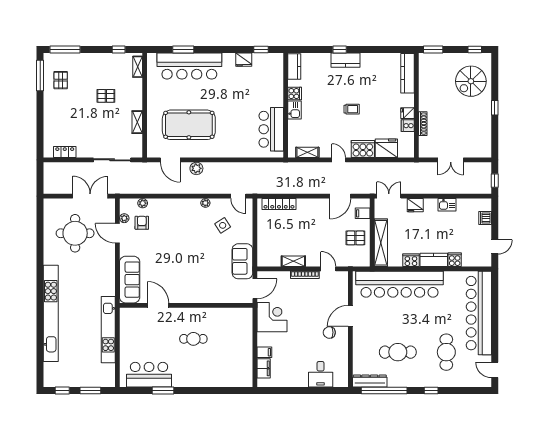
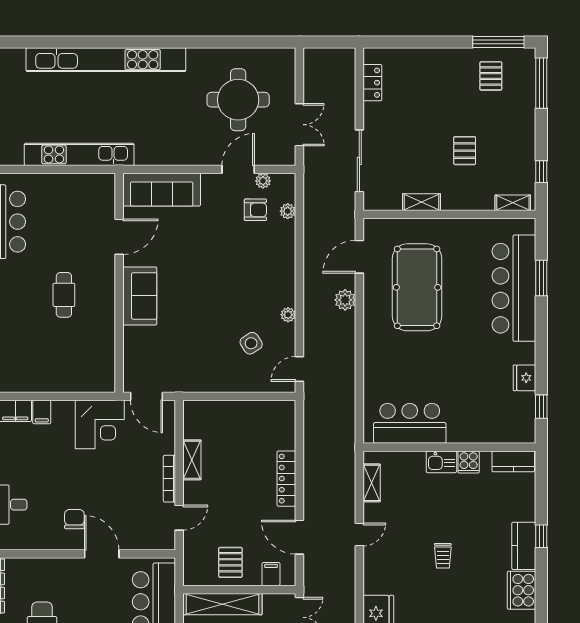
pallet: (61, 80) -> (491, 76), turned 90
cooker: (363, 149) -> (521, 590), moved, turned 180
double door: (90, 196) -> (299, 125), width x0.73
locker: (279, 204) -> (286, 479), moved
sofa: (242, 261) -> (140, 296), moved, turned 90

